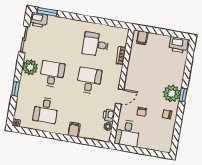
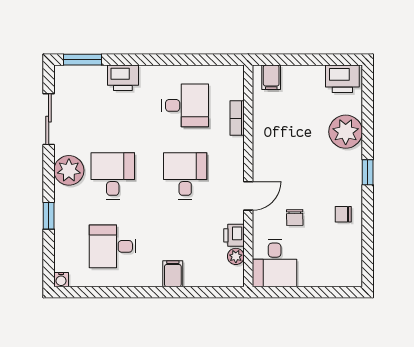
printer: (39, 20) -> (123, 78), moved
desk: (95, 44) -> (185, 105), turned 180
plant: (172, 93) -> (346, 132), moved
desk: (46, 110) -> (113, 246), turned 90

